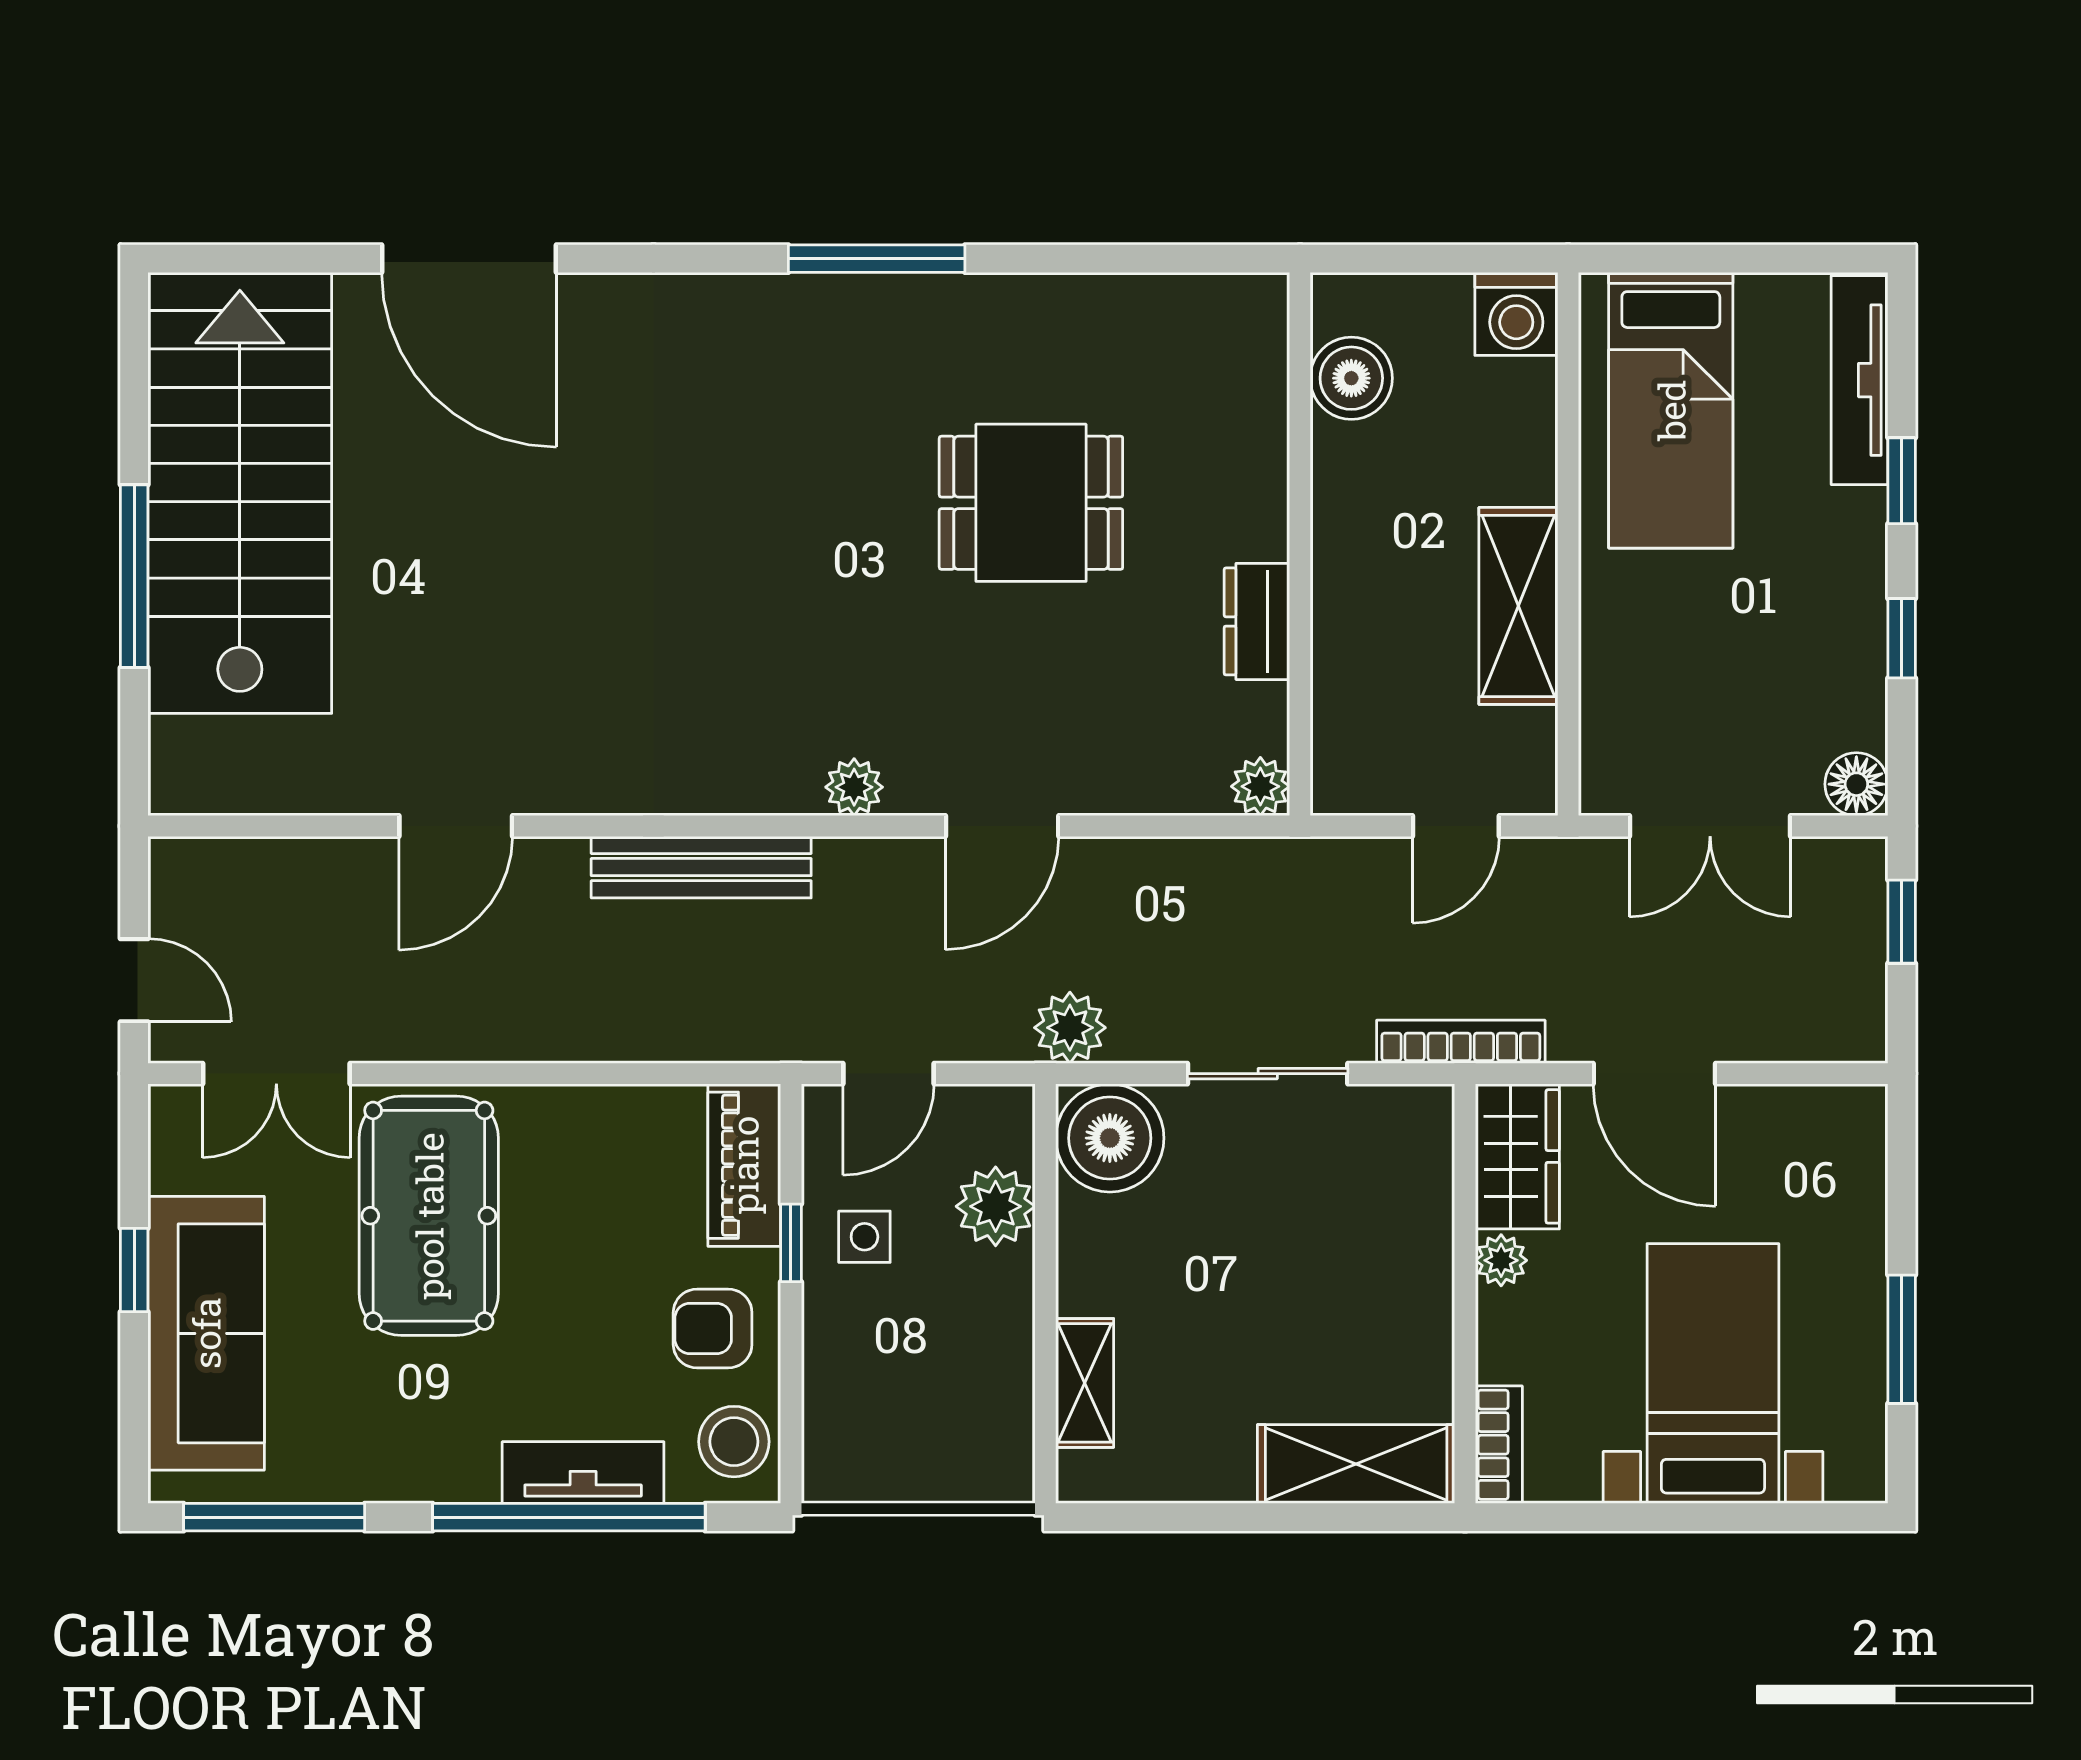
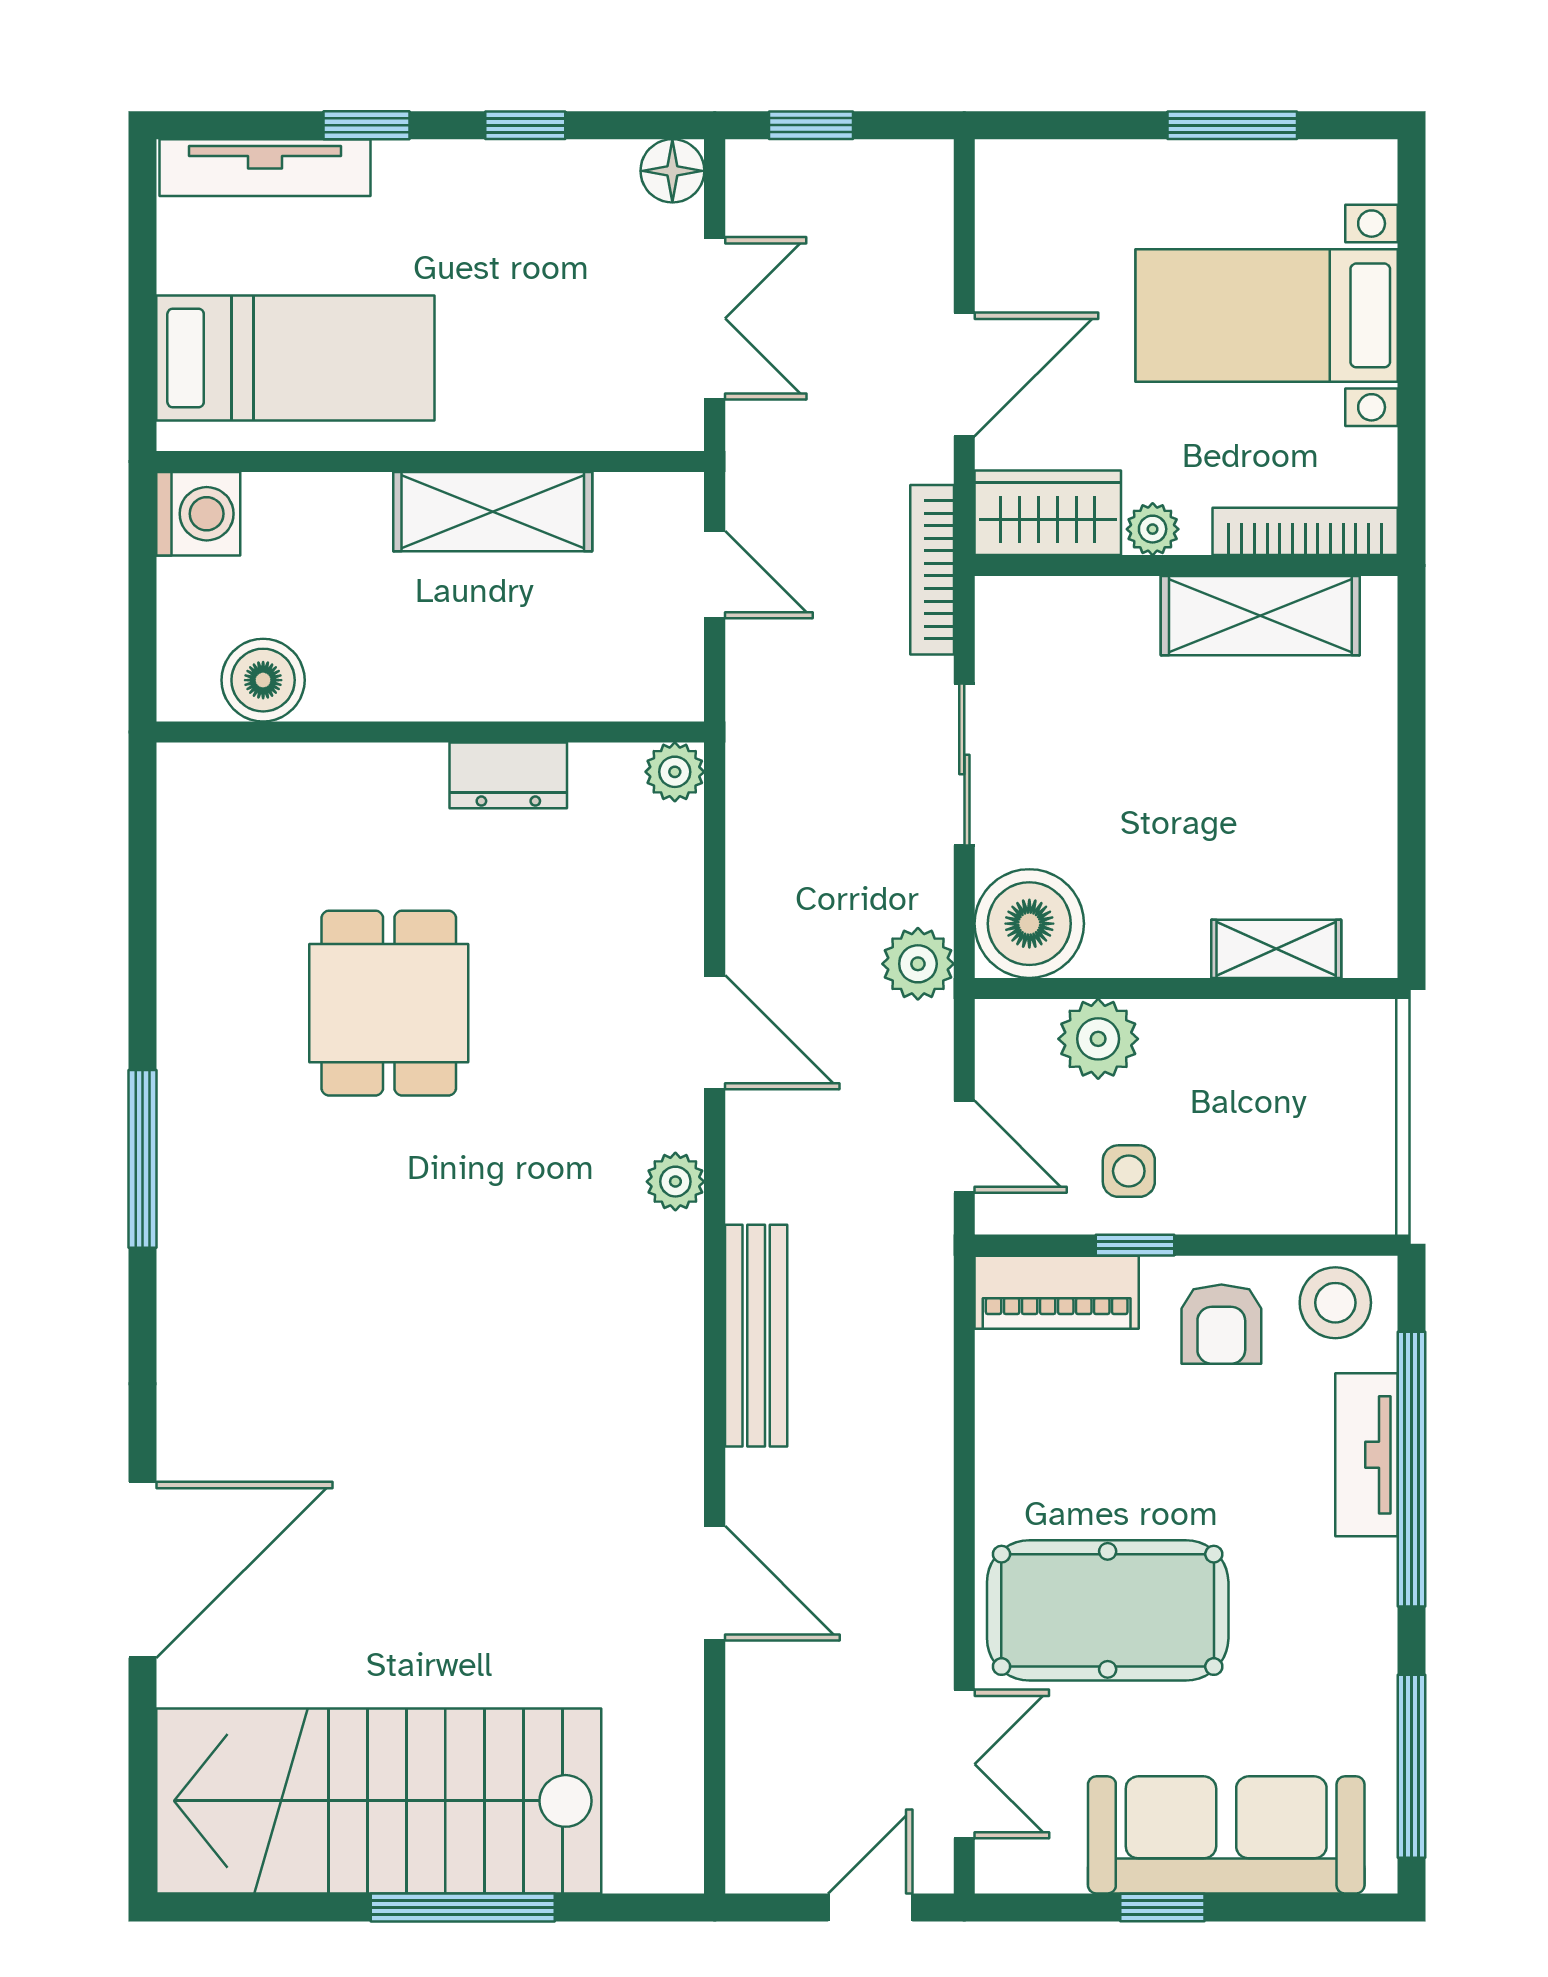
bookcase: (1499, 1445) -> (1305, 531), width x1.56
shelving: (1356, 1464) -> (1260, 616), moved, turned 90

